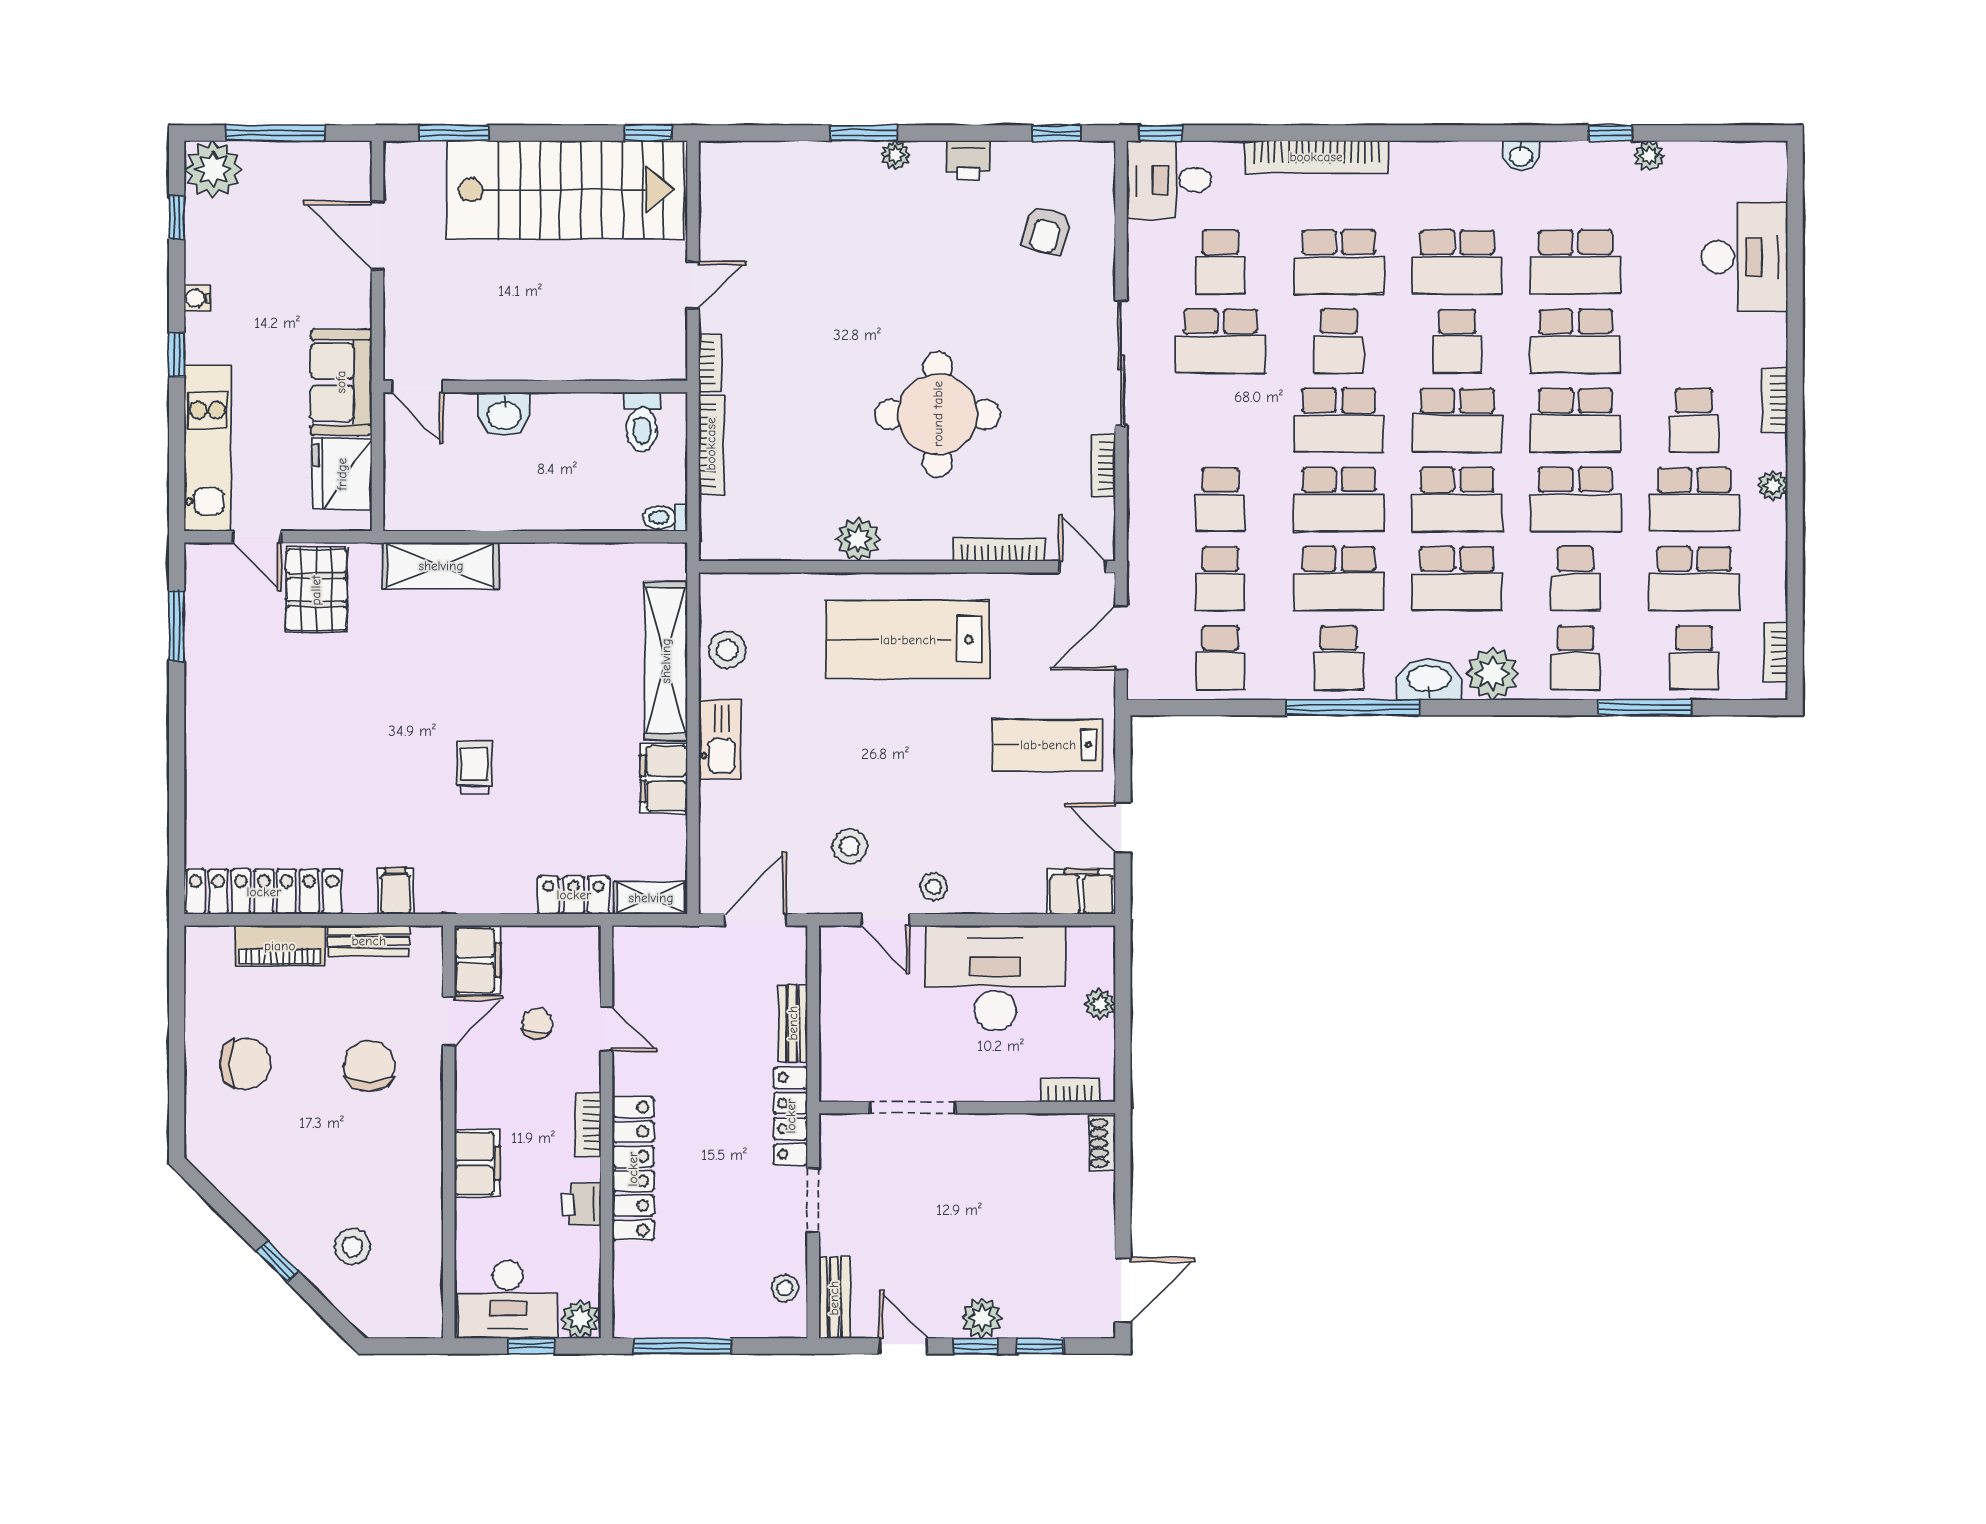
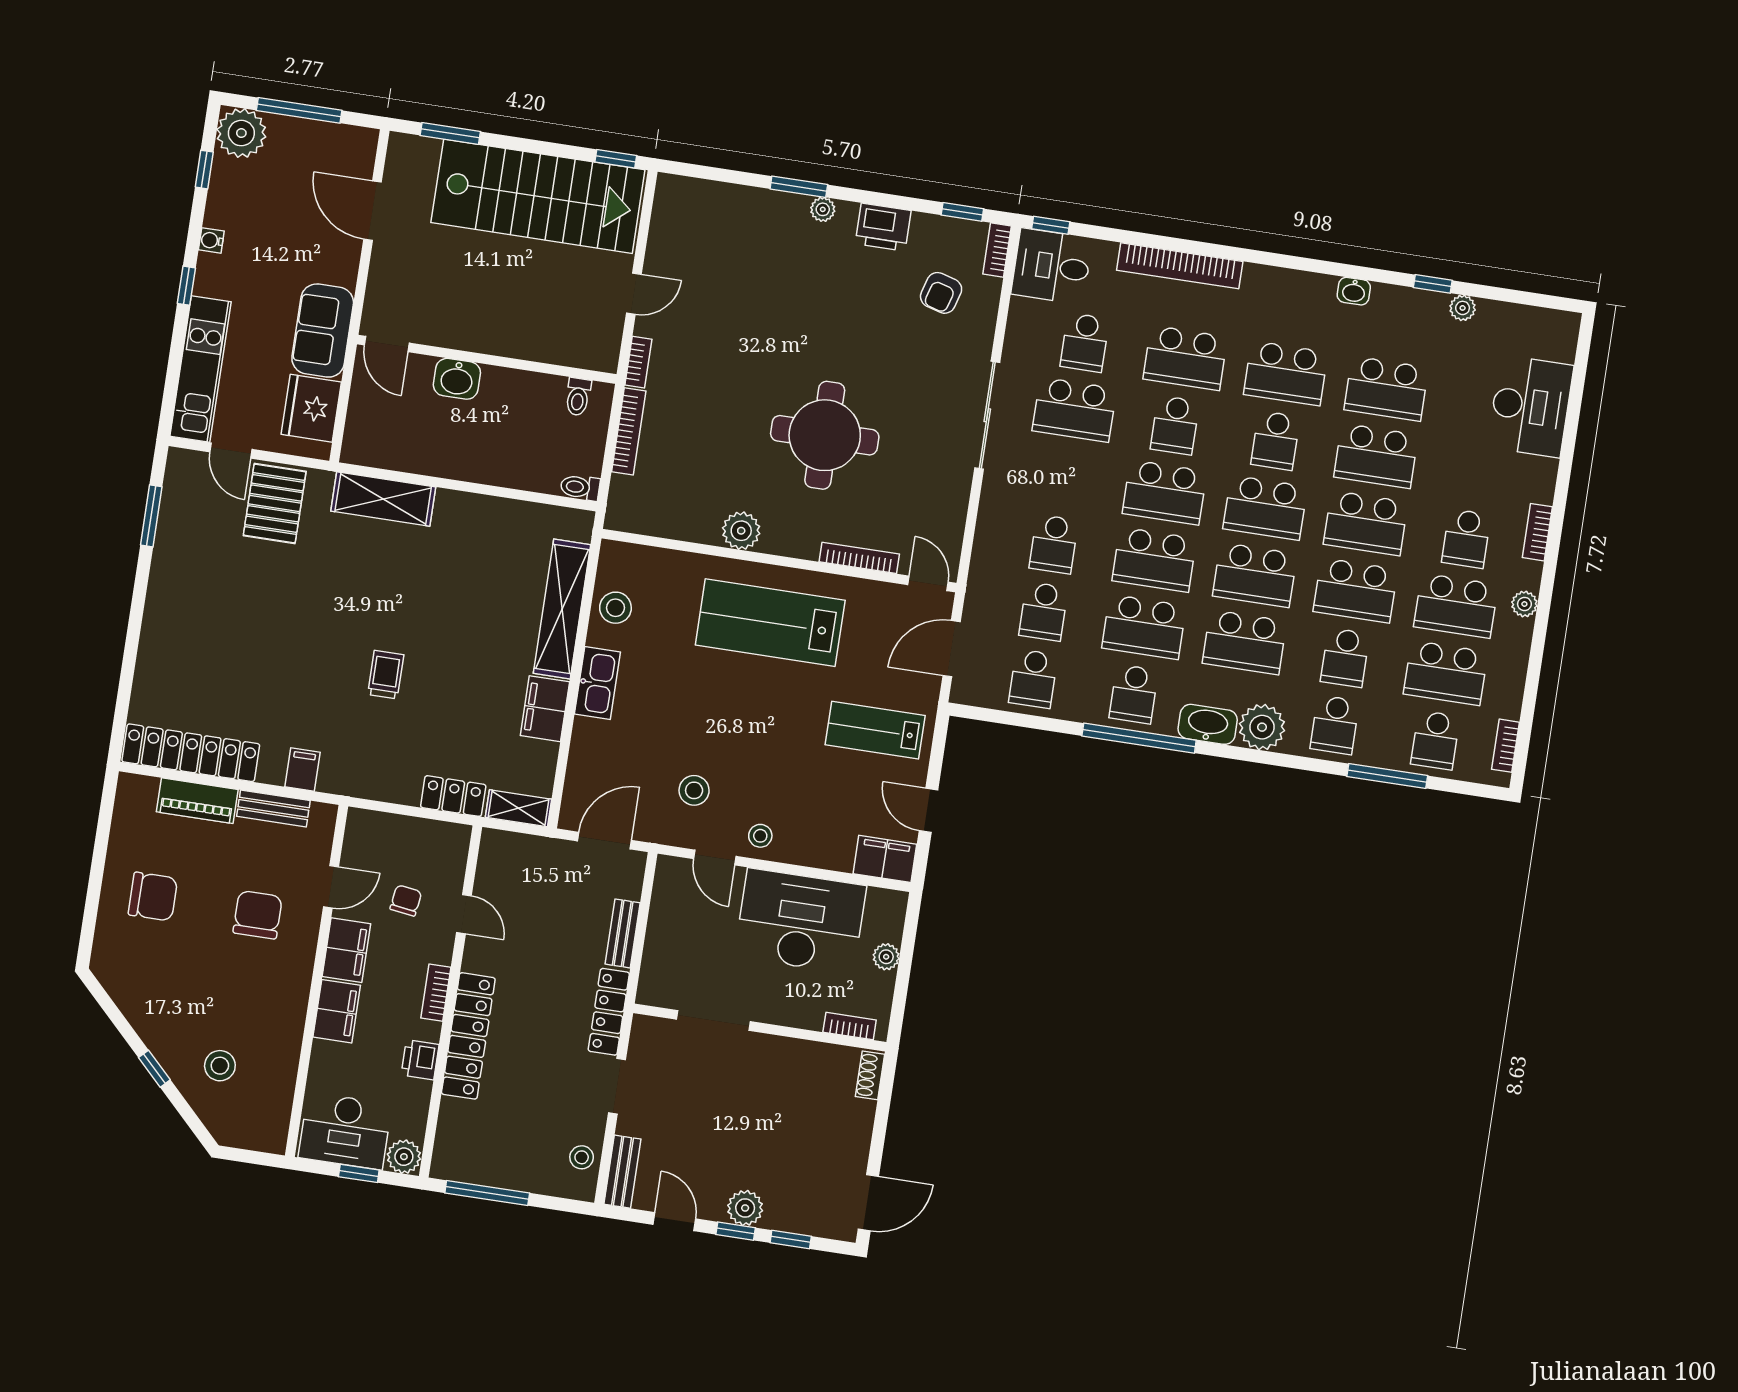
printer: (968, 160) -> (883, 227), width x1.36, depth x1.24
toilet: (642, 422) -> (578, 397), width x0.73, depth x0.72
bookcase: (1103, 466) -> (997, 250), moved
filing cabinet: (478, 960) -> (346, 950), moved

